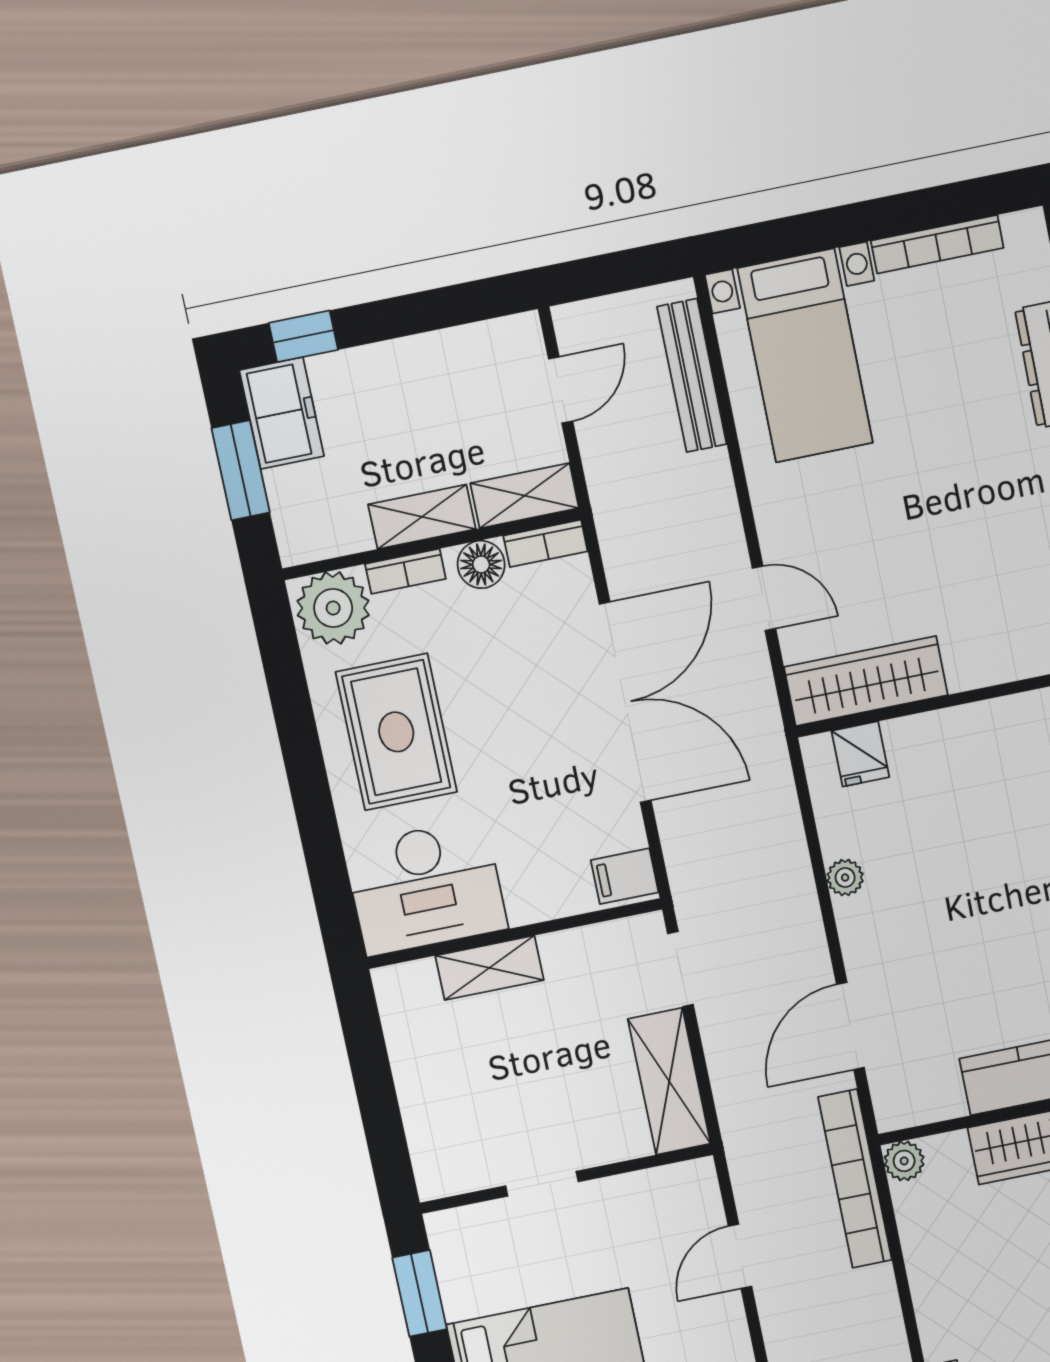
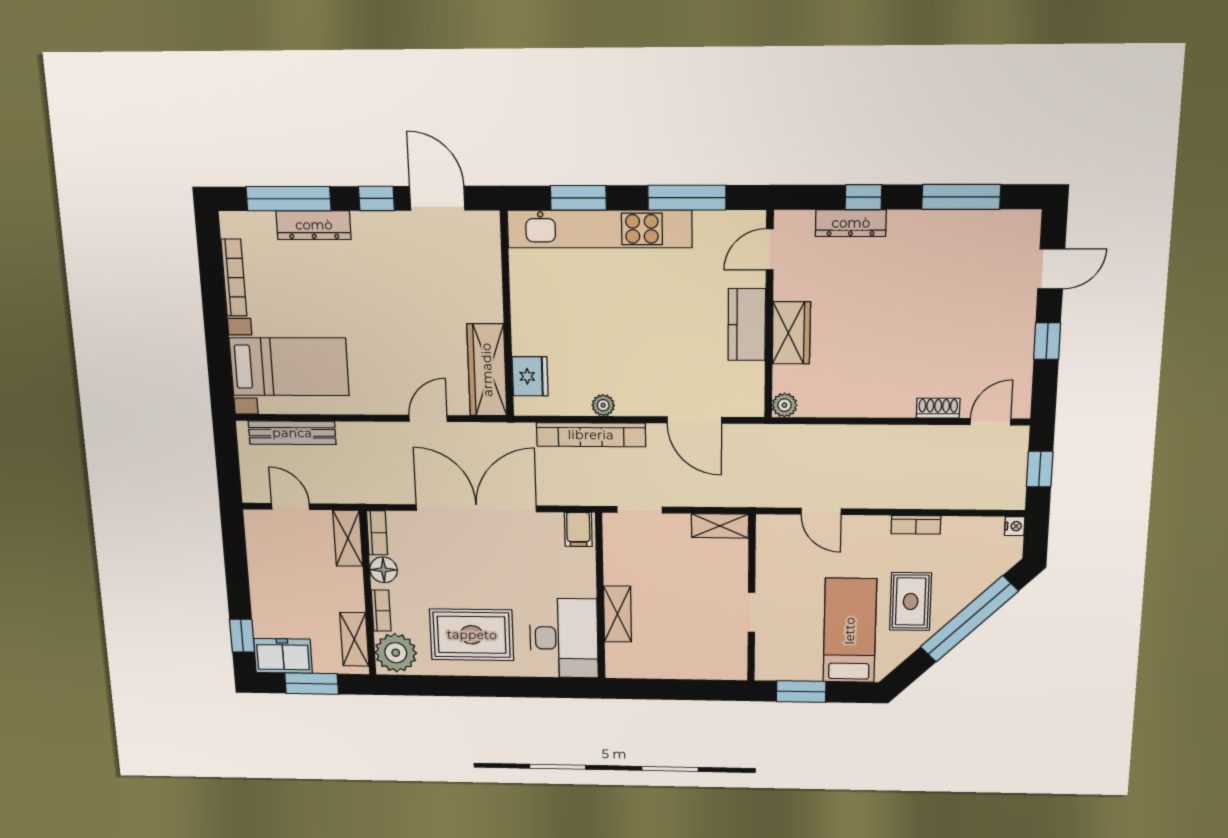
shelving: (422, 517) -> (354, 639), moved
fridge: (860, 754) -> (530, 376), width x1.38
shelving: (669, 1081) -> (720, 526), width x0.67, depth x0.75
bookcase: (855, 1179) -> (591, 435), moved

